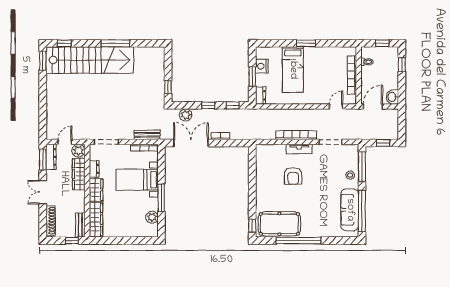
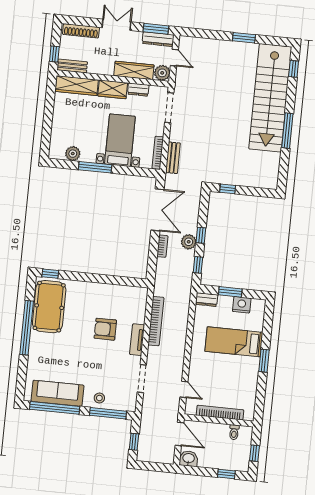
window: (43, 61) -> (244, 38), moved
plant: (186, 115) -> (189, 242), moved
bookcase: (296, 135) -> (156, 321), moved

